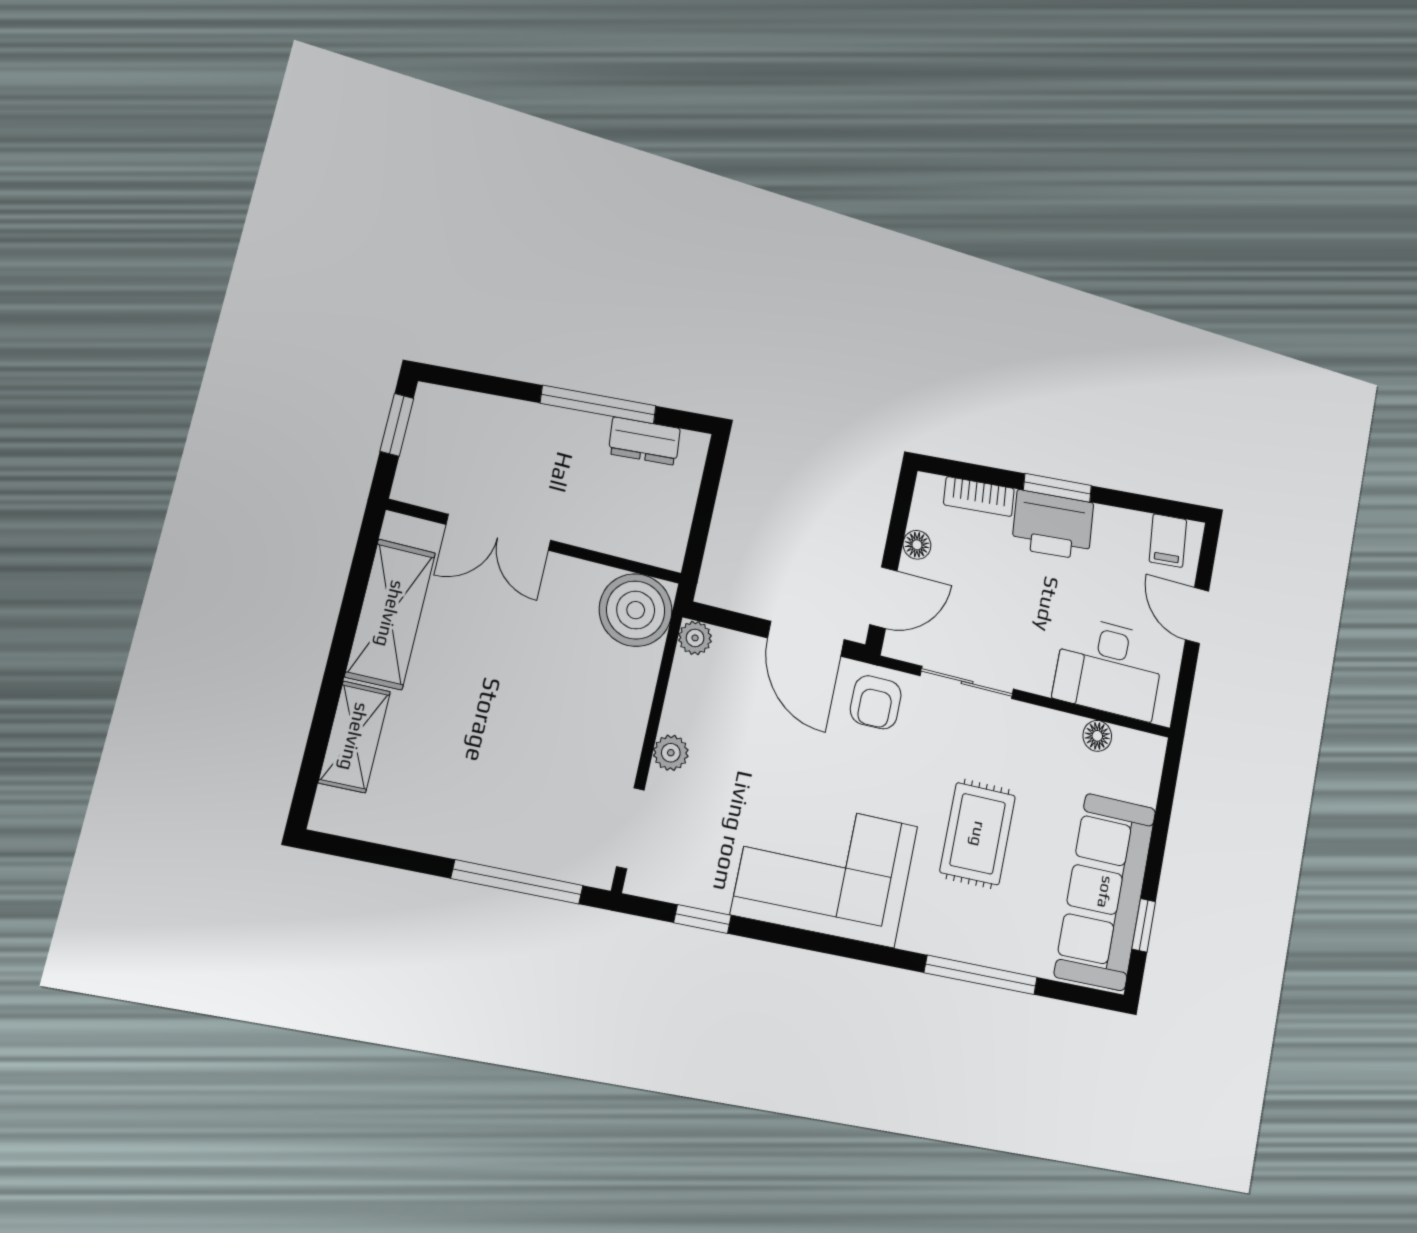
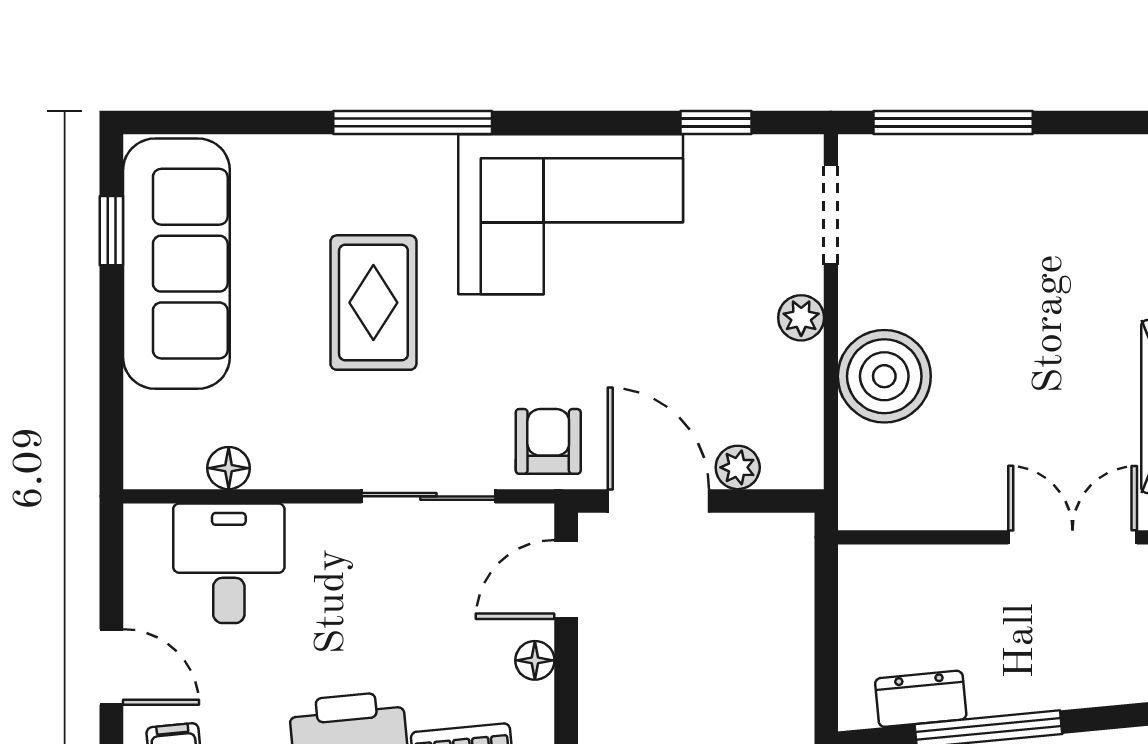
boiler: (636, 610) -> (884, 376), moved
plant: (695, 638) -> (738, 467), moved
desk: (1109, 668) -> (229, 563), width x0.73
window: (981, 975) -> (413, 123), moved

